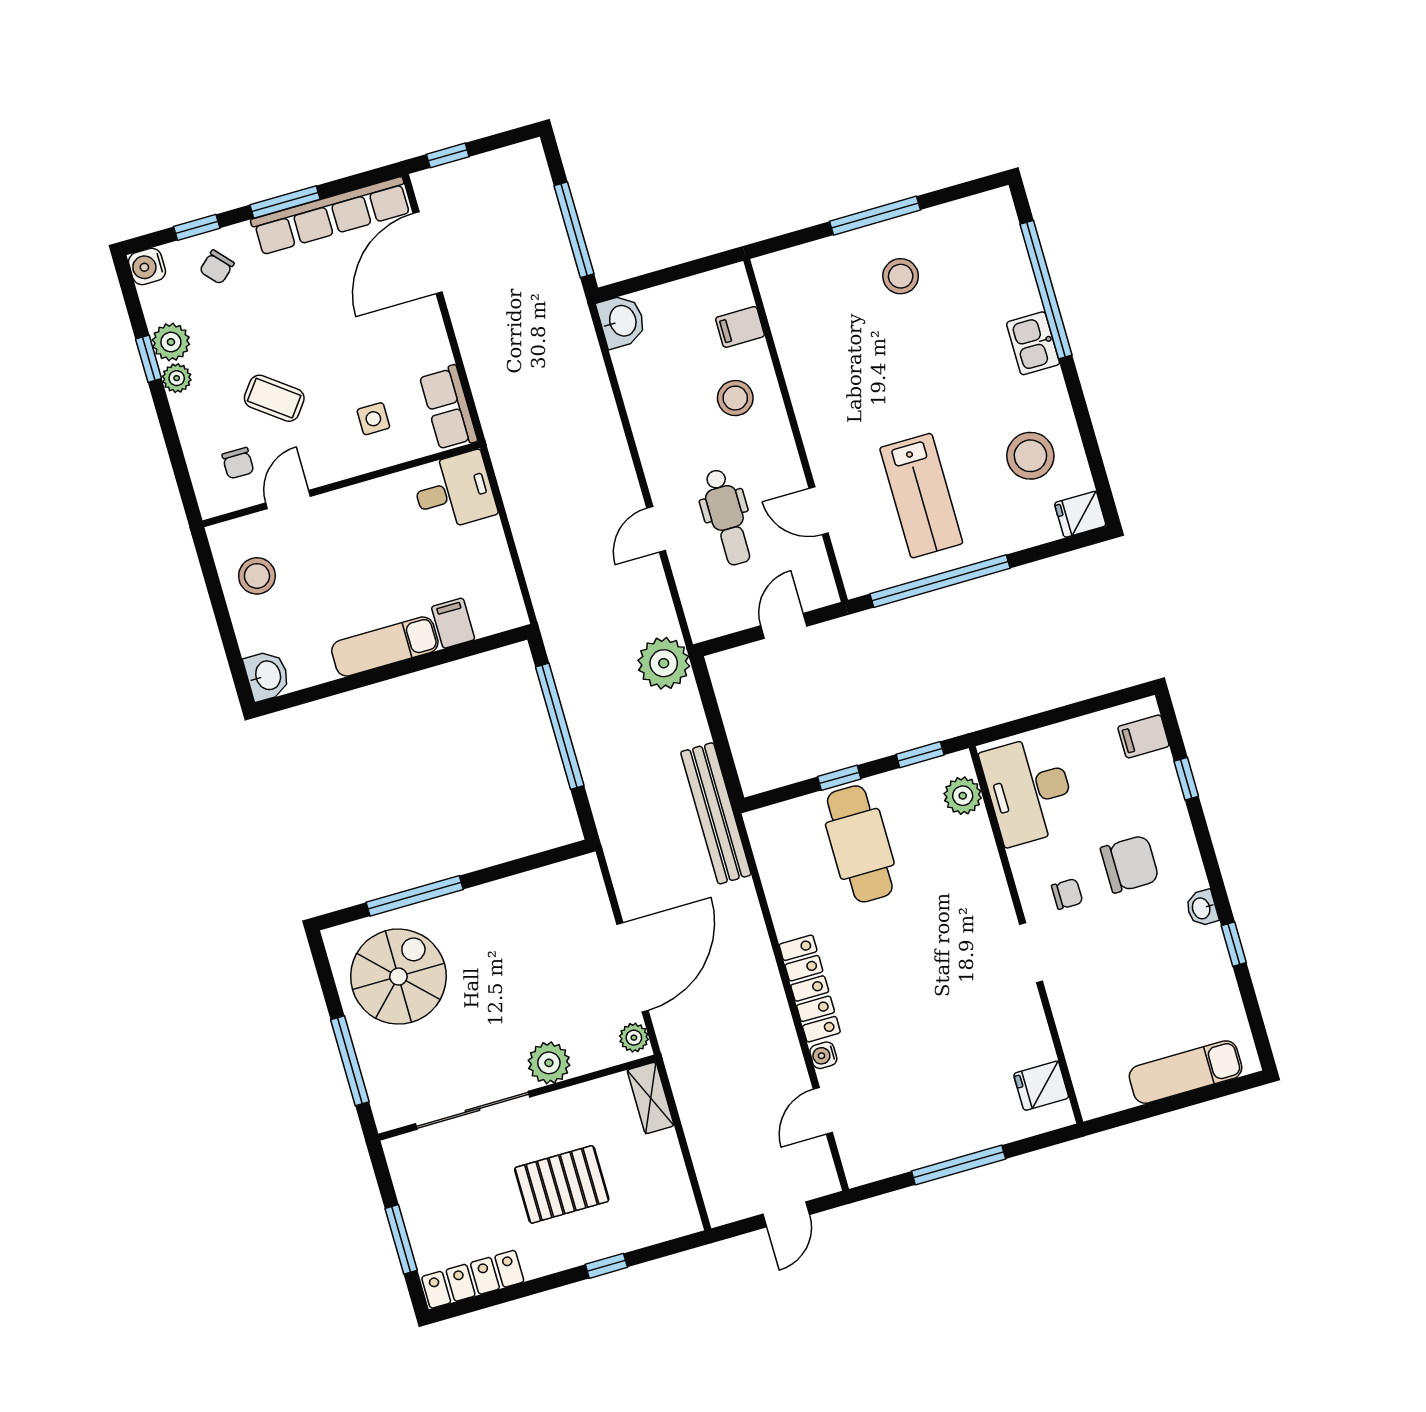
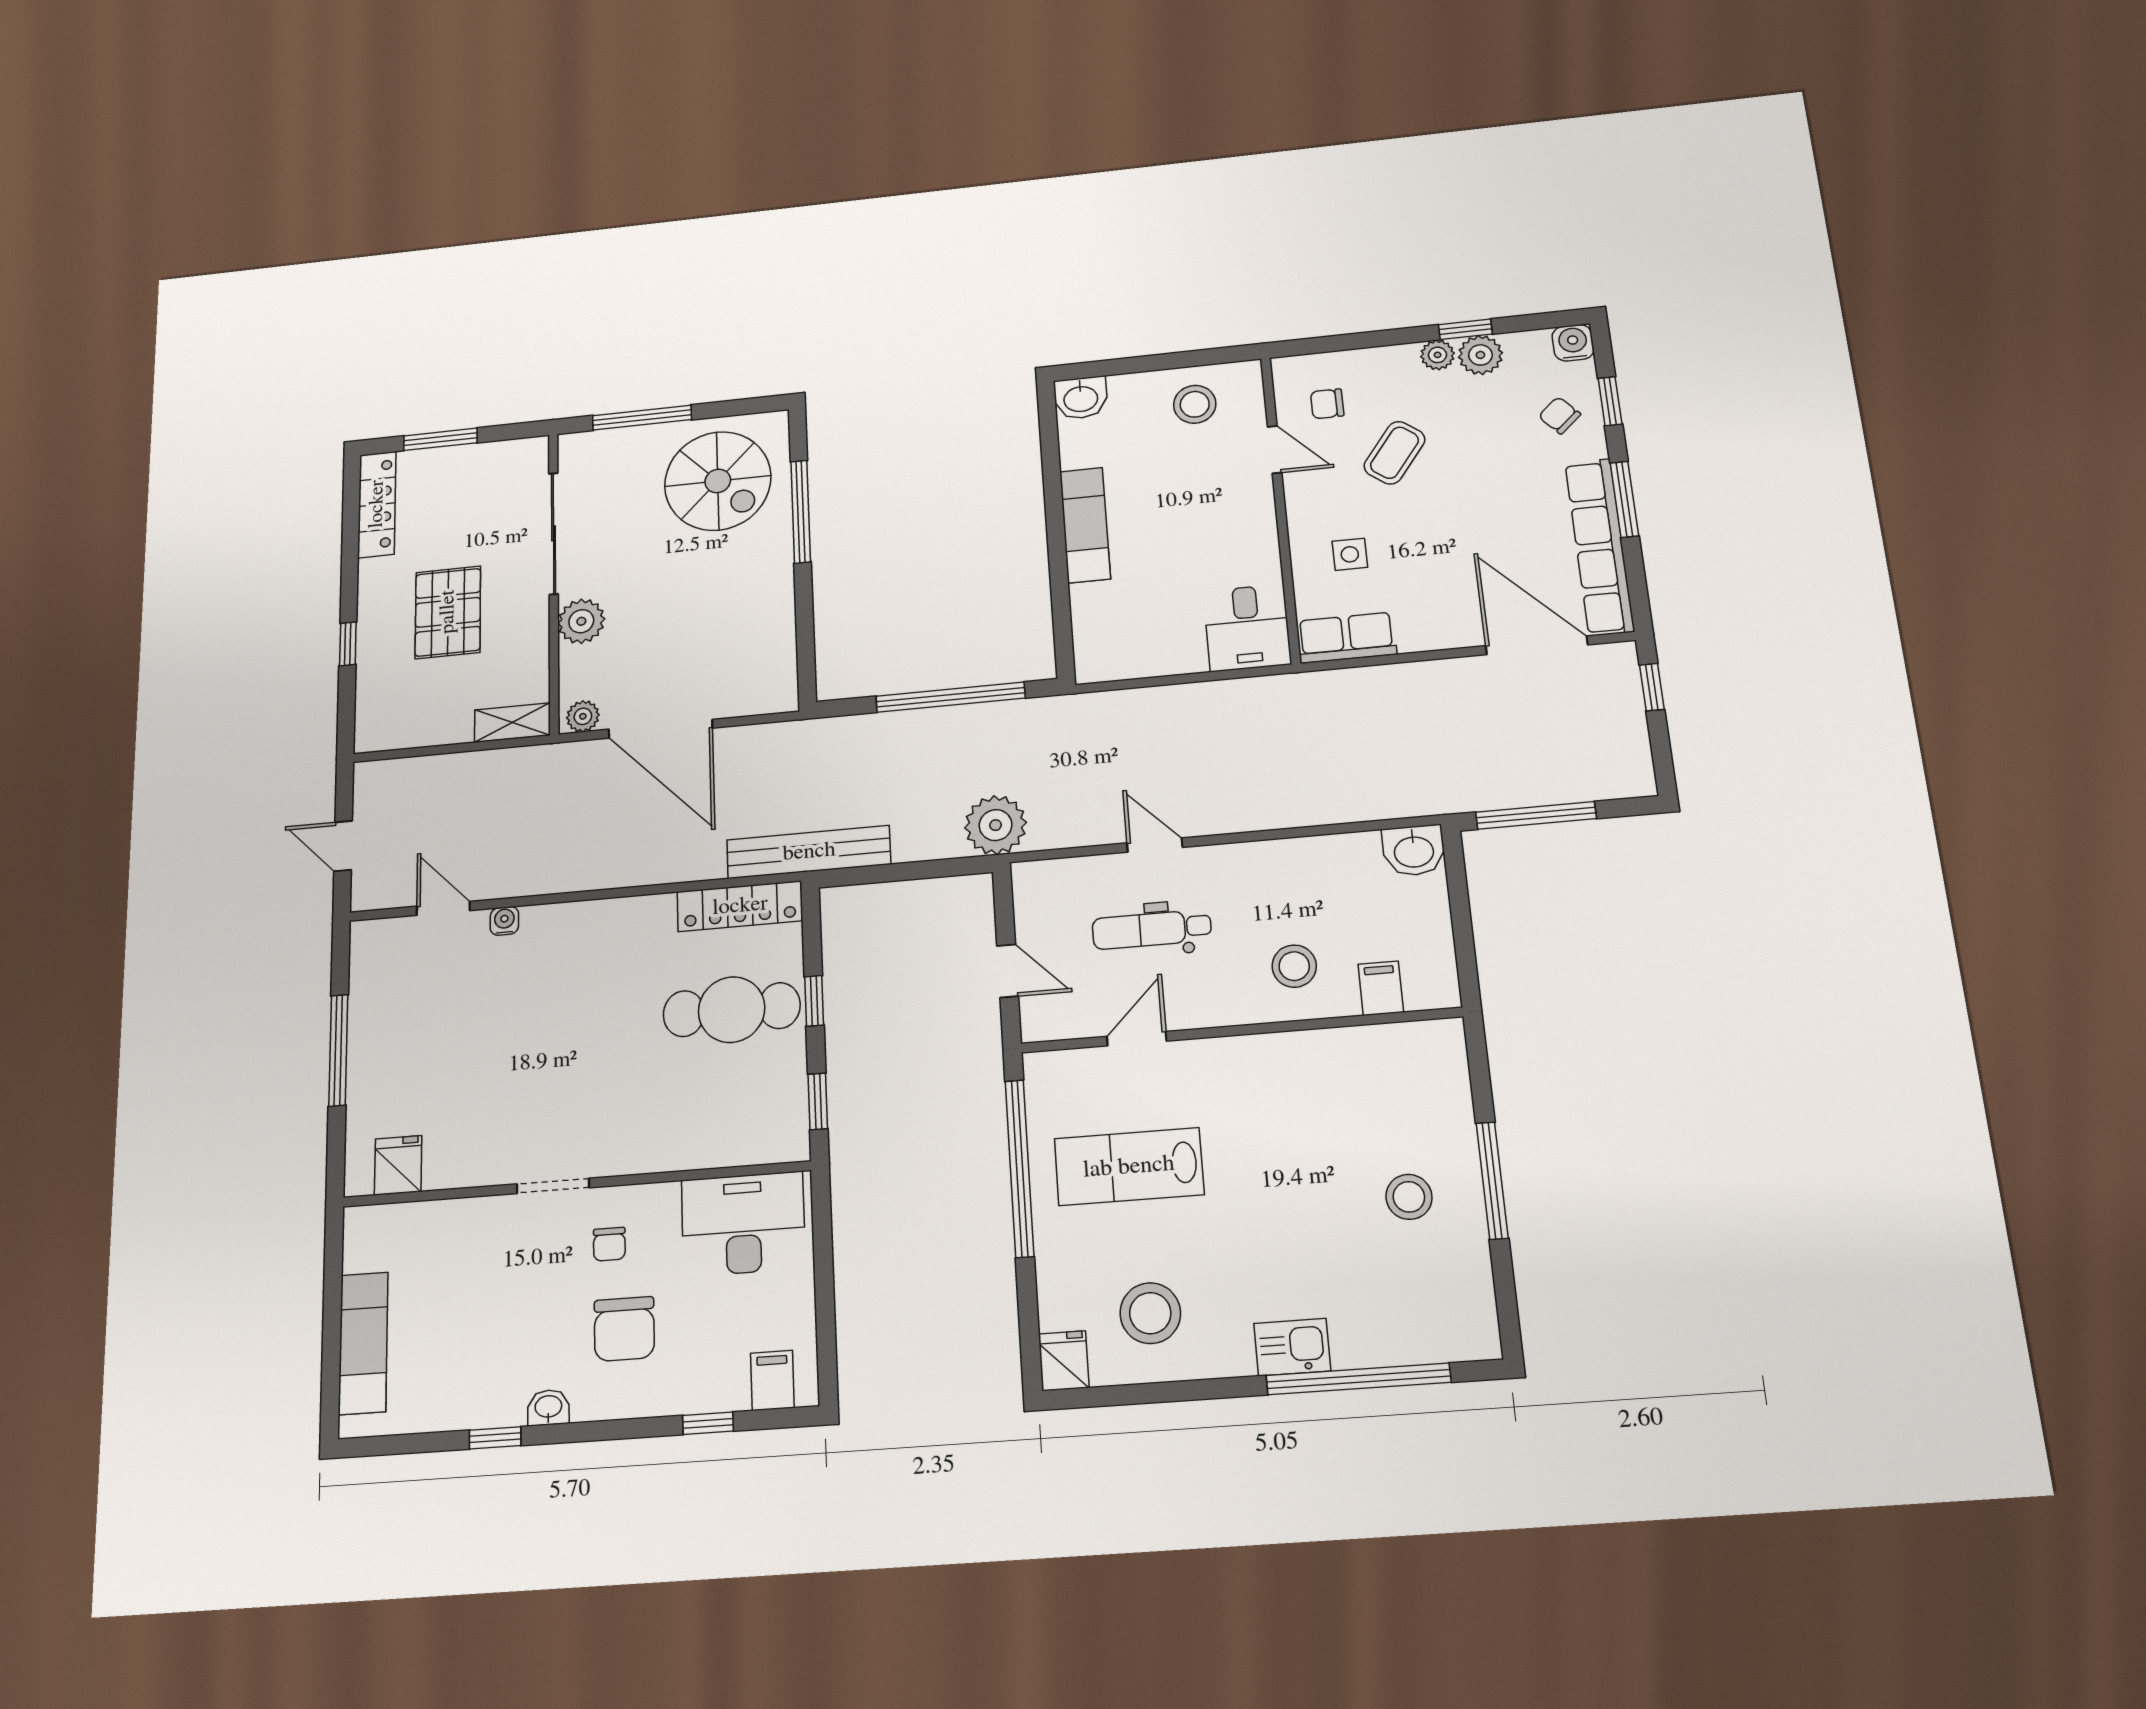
filing cabinet: (453, 623) -> (1095, 602), removed
plant: (963, 796) -> (757, 1142), removed
locker: (810, 988) -> (740, 906), moved

